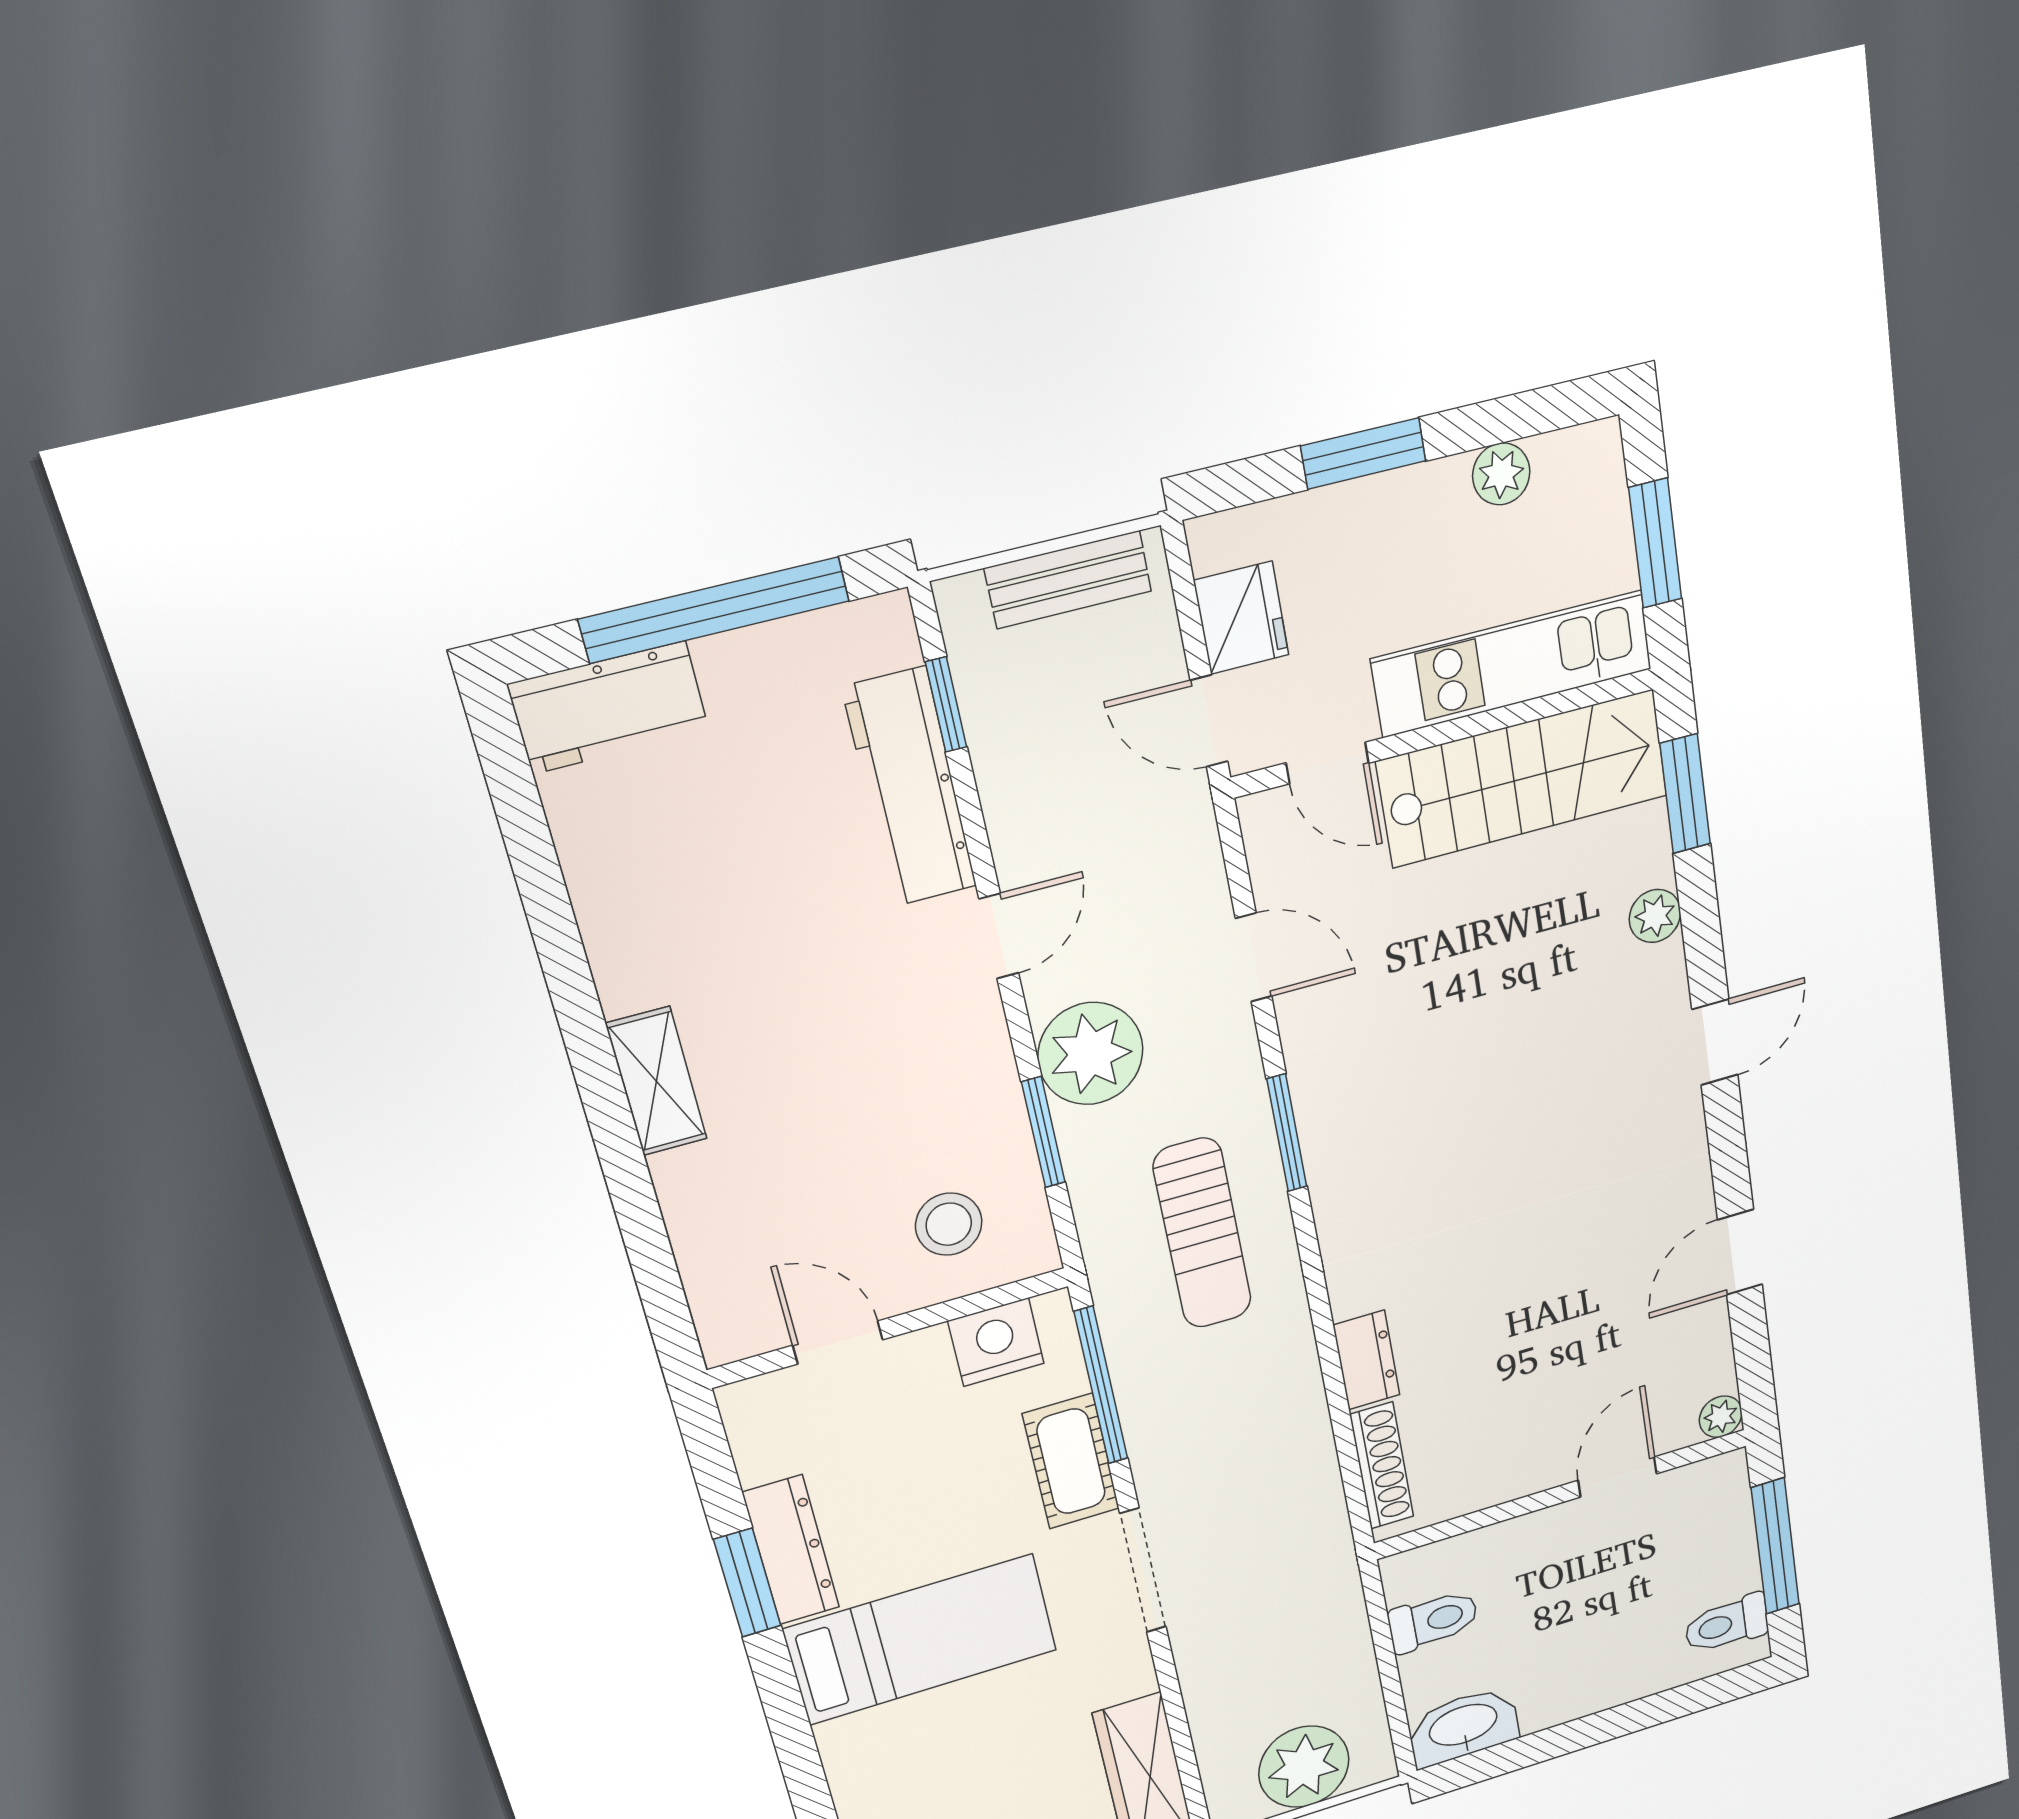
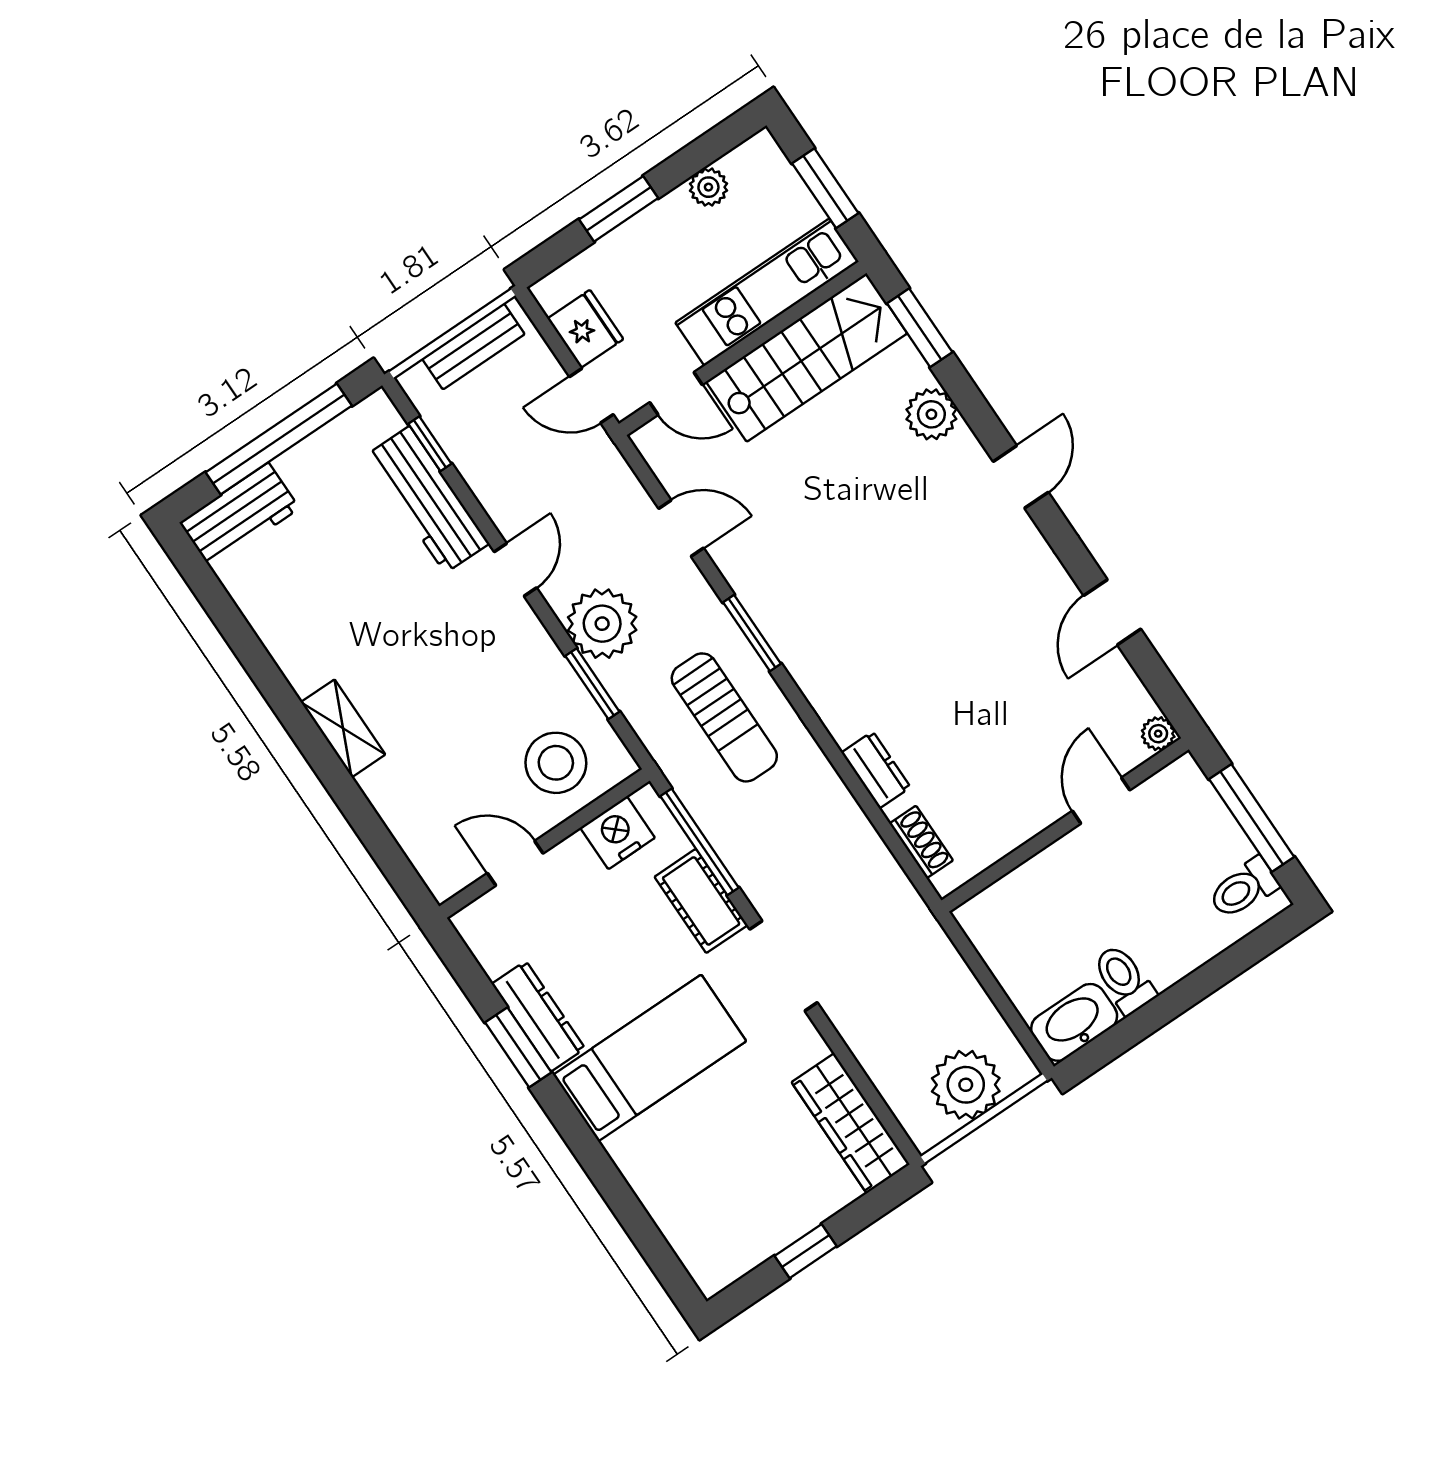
plant: (1655, 916) -> (931, 414), width x1.38, depth x1.38
stool: (949, 1224) -> (556, 763), width x1.38, depth x1.38
shoe rack: (1382, 1466) -> (921, 842), width x0.70
toilet: (1433, 1621) -> (1124, 979), moved, turned -90

